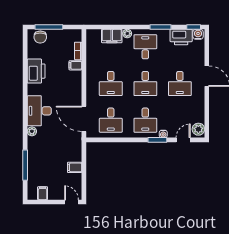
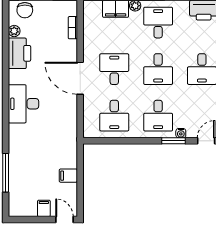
filing cabinet: (75, 65) -> (69, 46), removed
desk: (111, 83) -> (114, 69), turned 180
door: (84, 119) -> (80, 78), moved
plant: (32, 131) -> (14, 31), moved
filing cabinet: (43, 193) -> (44, 208), moved

